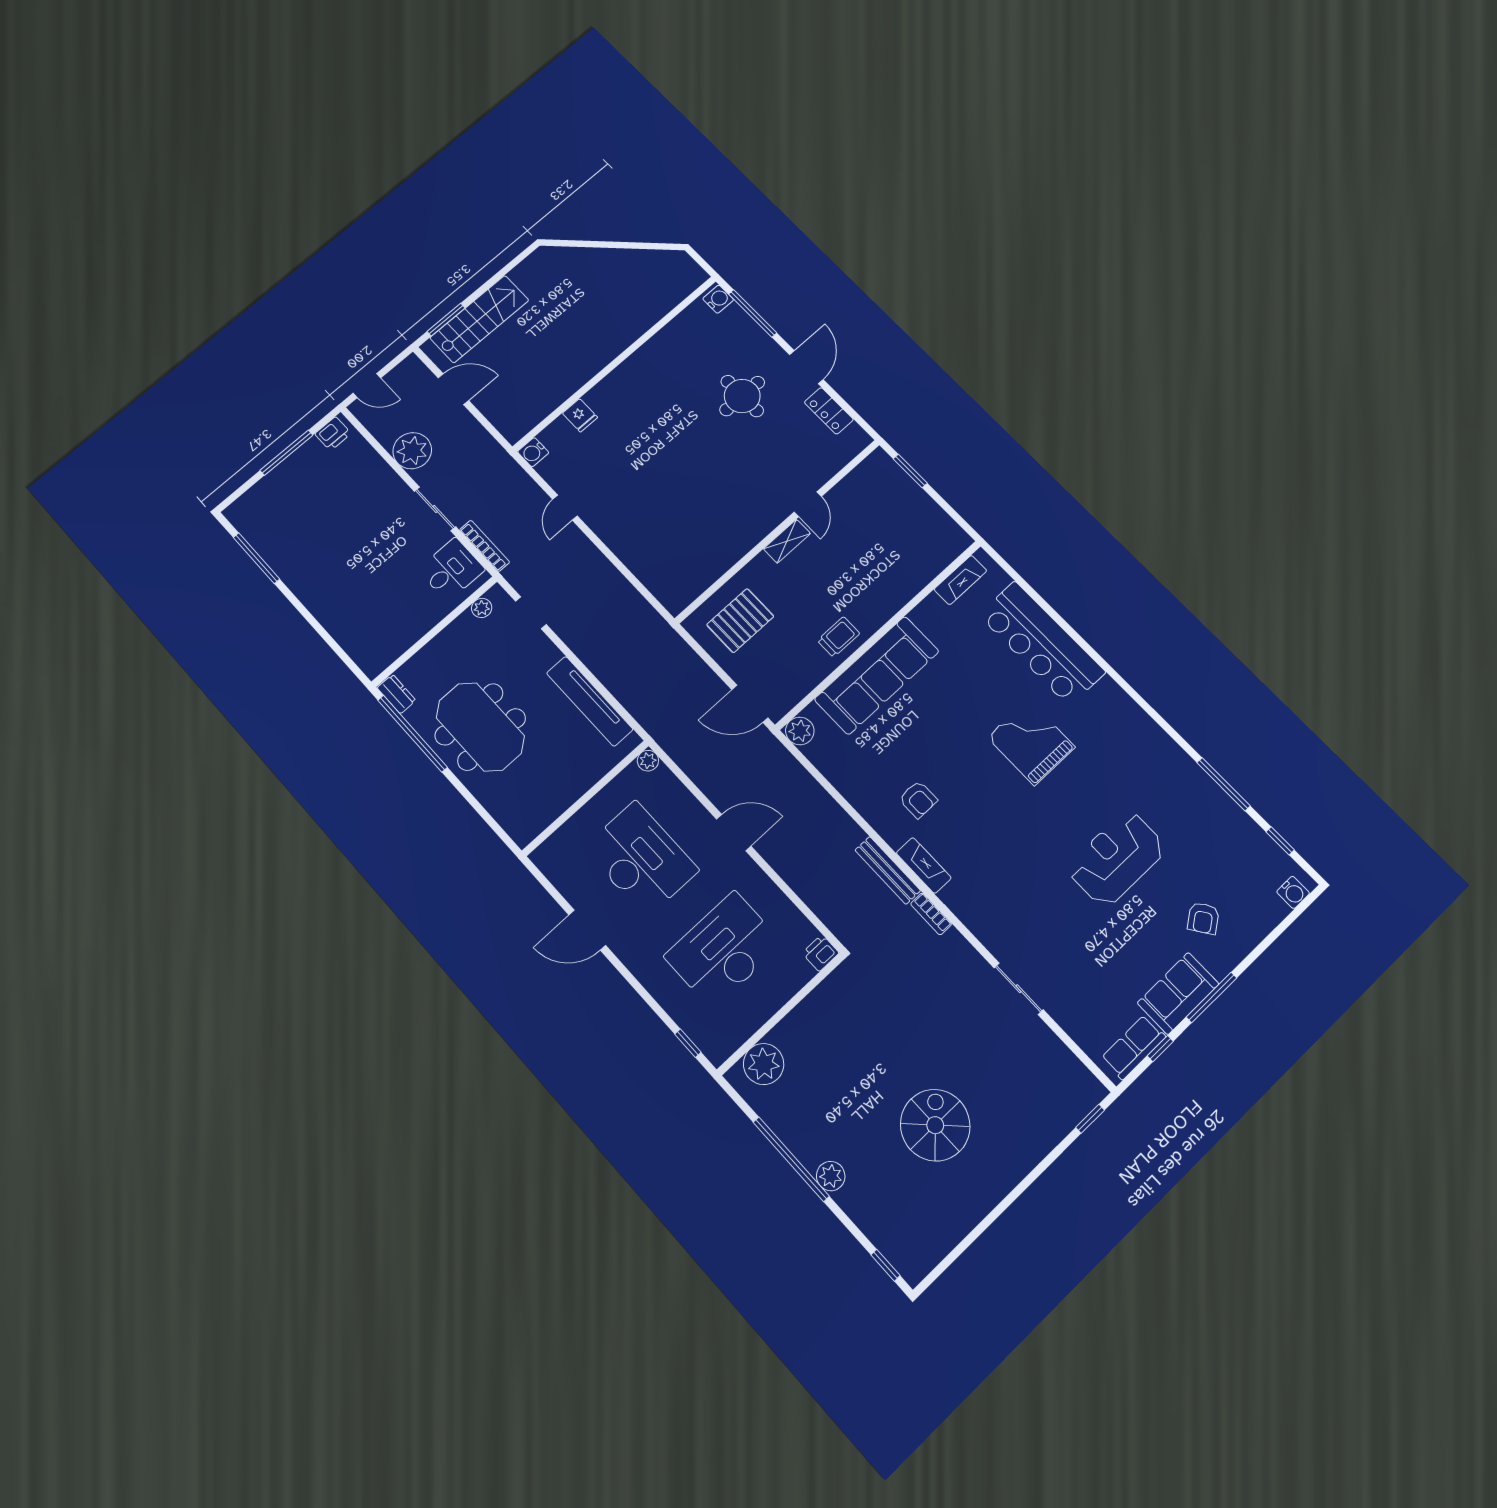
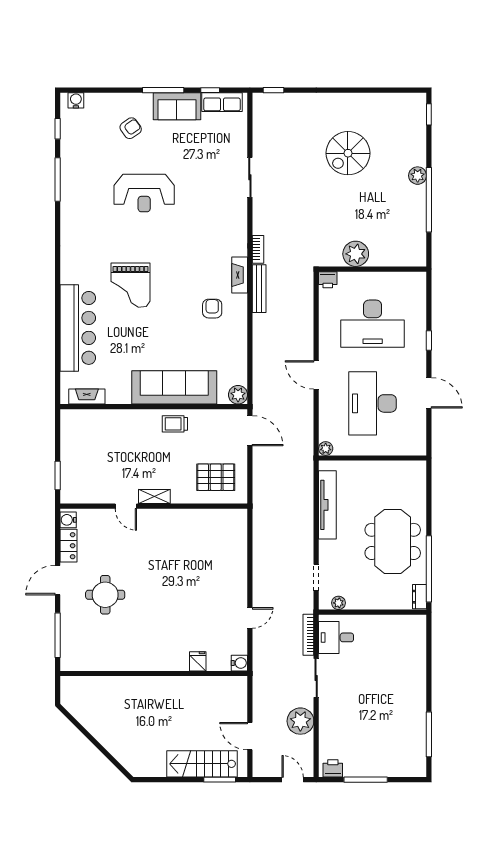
water cooler: (718, 299) -> (68, 520), moved
door: (808, 504) -> (126, 506), swing flipped
window: (688, 1043) -> (429, 341), moved
plant: (764, 1064) -> (356, 254), moved

